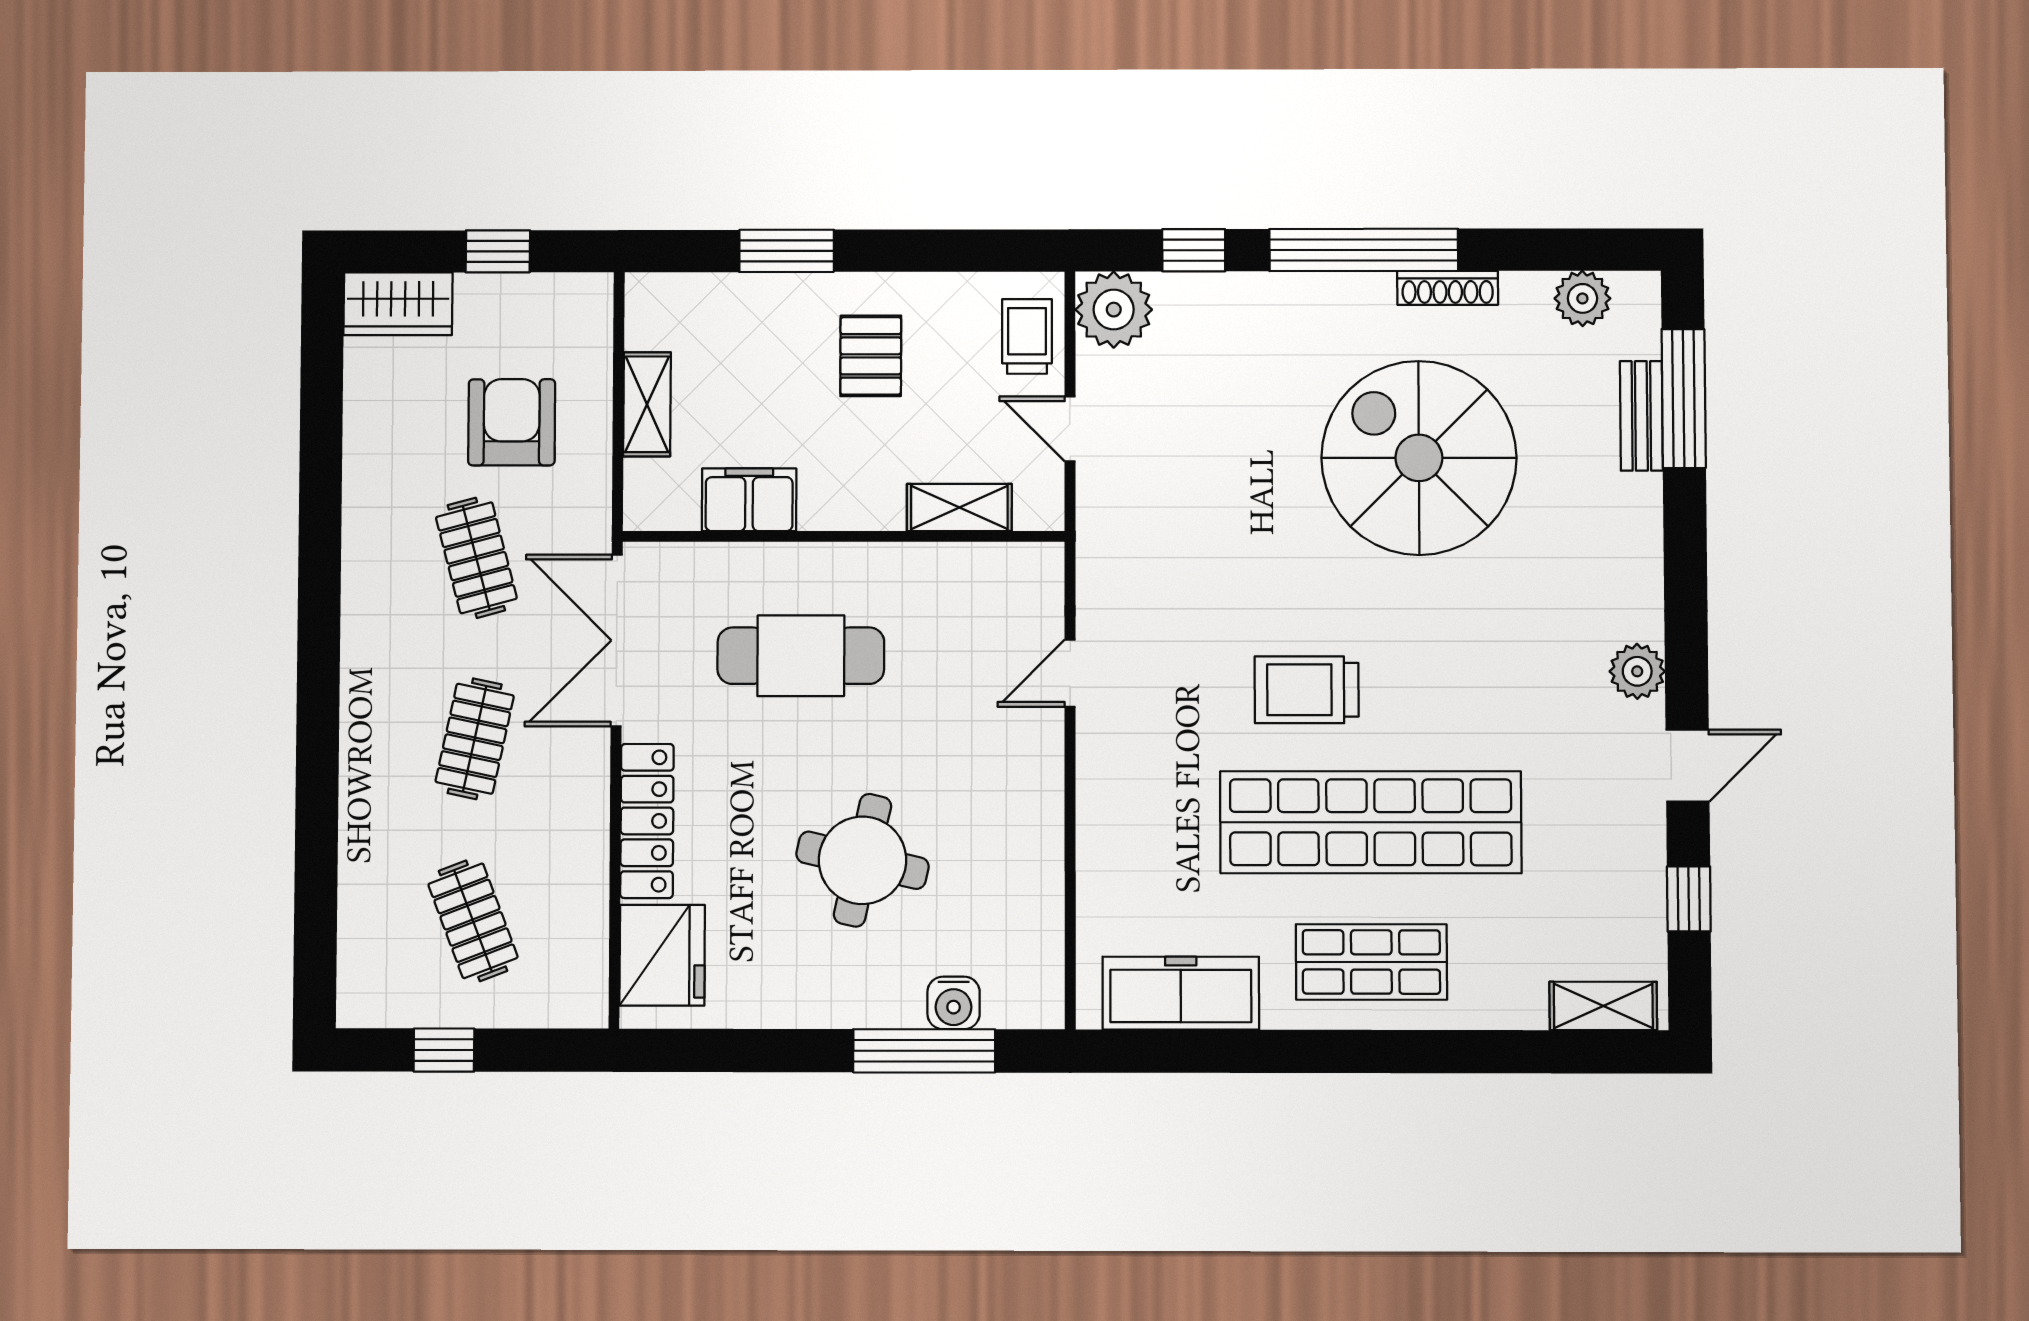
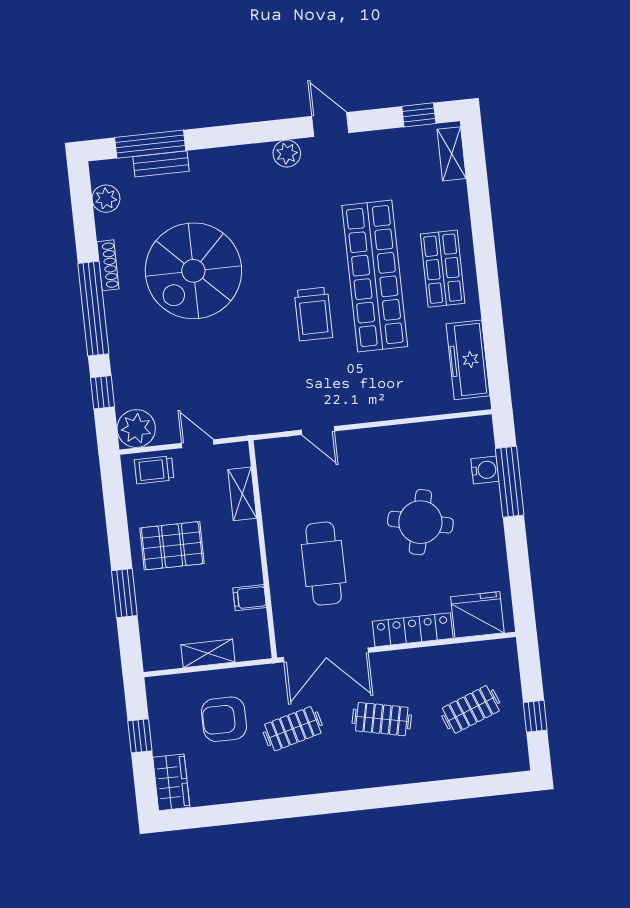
pallet: (871, 356) -> (172, 546), width x1.50, depth x1.42
door: (1070, 429) -> (198, 444), swing flipped
filing cabinet: (749, 500) -> (250, 598), width x0.50
window: (1689, 899) -> (419, 115), moved

